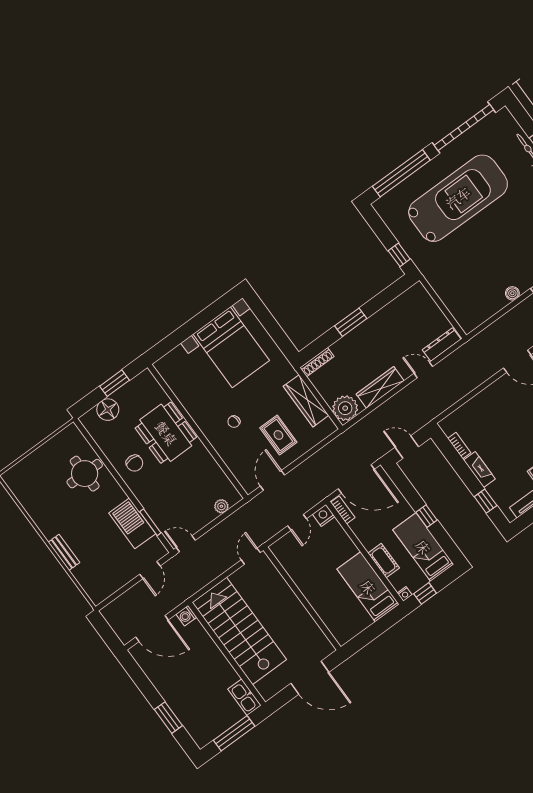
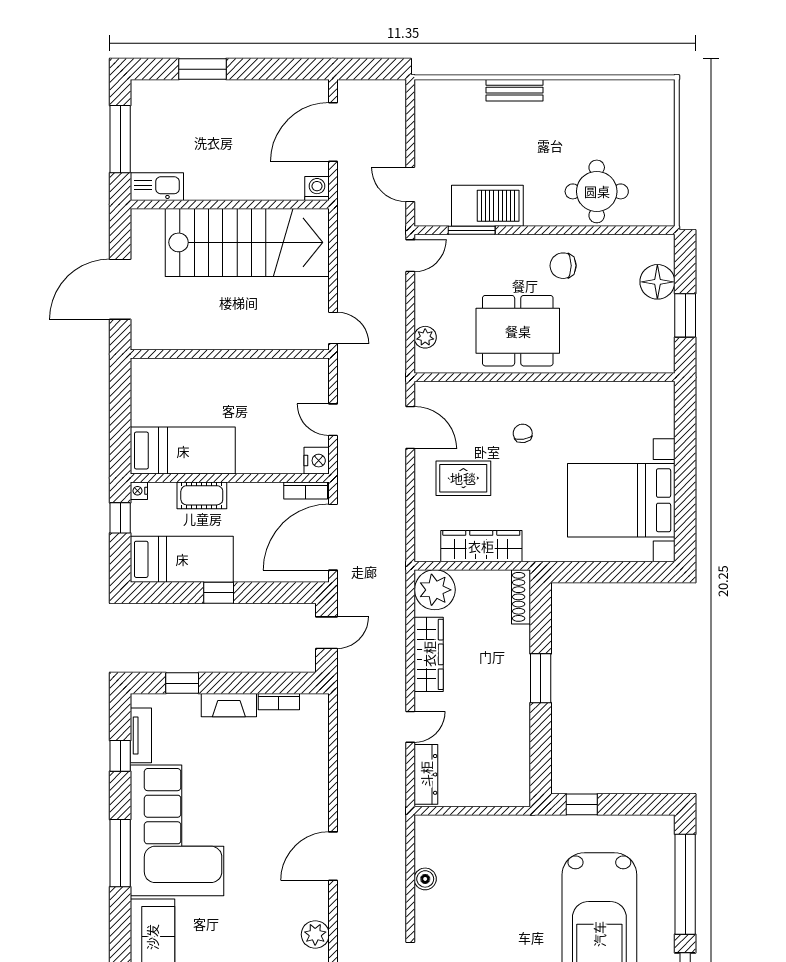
boiler: (512, 293) -> (425, 879), moved
dining table: (166, 433) -> (518, 331), moved

